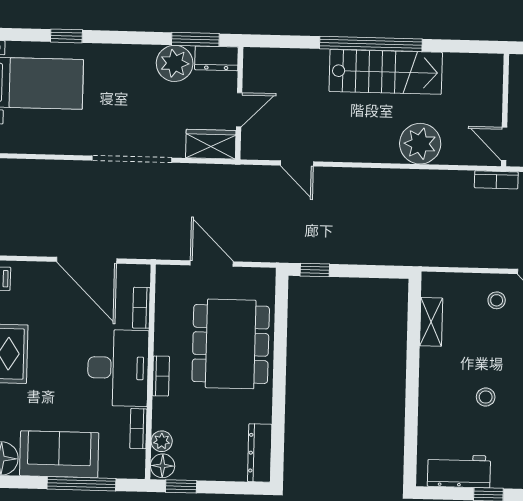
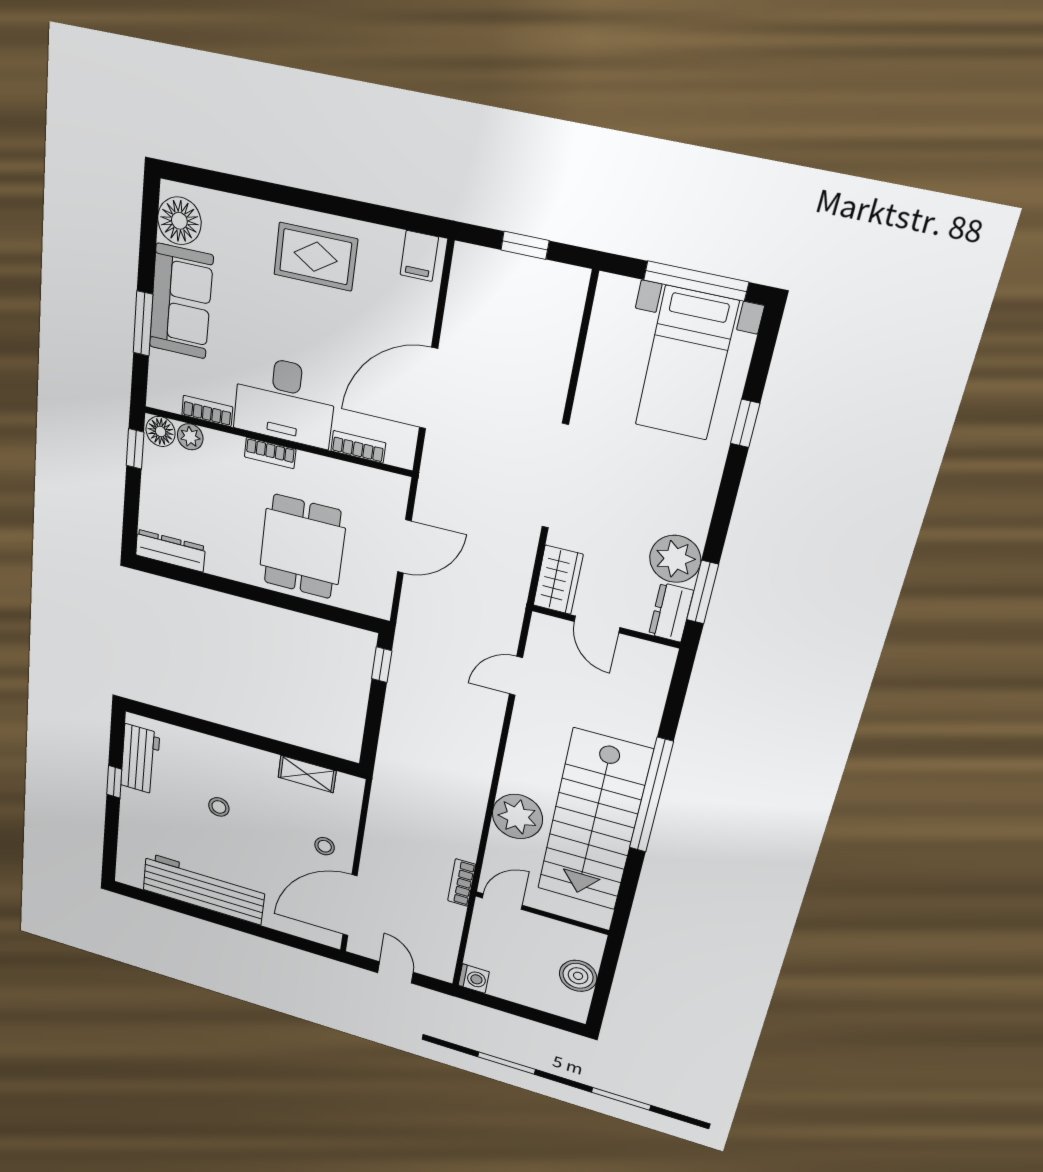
stairs: (386, 72) -> (594, 820), width x1.36, depth x1.51
dining table: (231, 344) -> (302, 547), width x0.73
window: (81, 484) -> (143, 324), width x0.69

